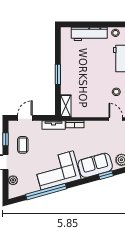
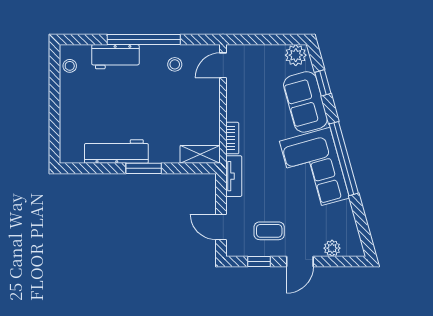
workbench: (89, 34) -> (116, 151), moved, turned -90
window: (46, 192) -> (344, 159), moved

